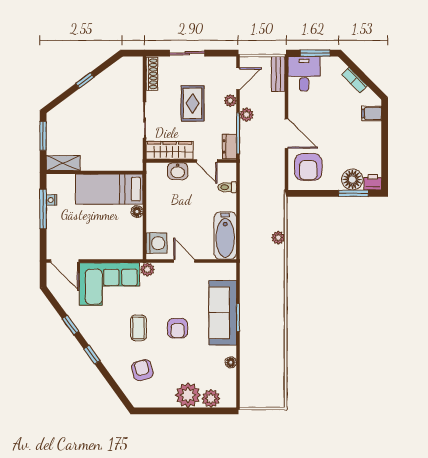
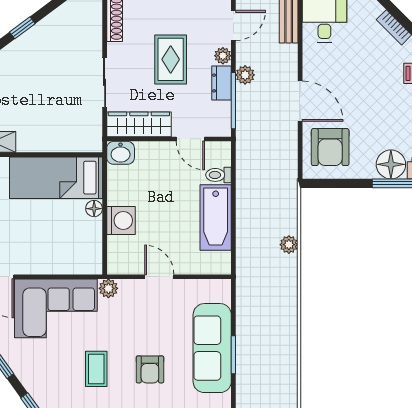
dresser: (229, 146) -> (222, 83), moved
washbasin: (178, 171) -> (121, 153), moved
bathtub: (225, 236) -> (216, 217), moved
washing machine: (156, 243) -> (121, 220), moved

